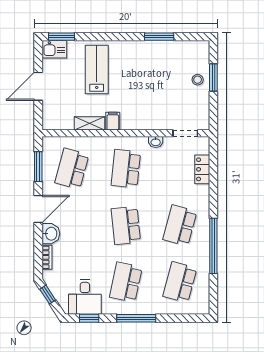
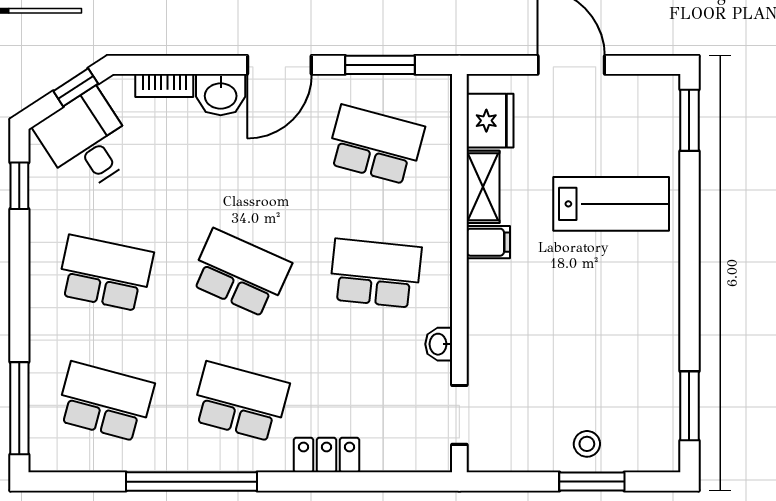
window: (159, 37) -> (689, 406), moved
kitchen sink: (54, 49) -> (659, 103), removed
fridge: (62, 120) -> (490, 121), added
locker: (202, 169) -> (327, 455), moved
door: (38, 209) -> (279, 65), hinge flipped
school desk: (126, 225) -> (240, 273), turned 30
desk: (85, 297) -> (86, 141), moved, turned 57
window: (136, 318) -> (19, 408), moved

